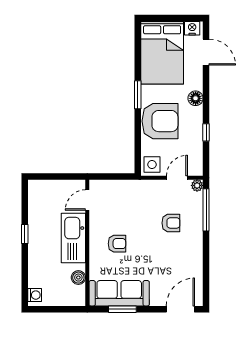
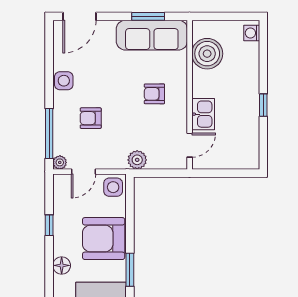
plant: (132, 188) -> (137, 160), added
kitchen sink: (73, 238) -> (203, 114), width x0.53, depth x0.81
side table: (194, 255) -> (64, 81), added
boiler: (78, 278) -> (207, 54), width x1.86, depth x1.86

